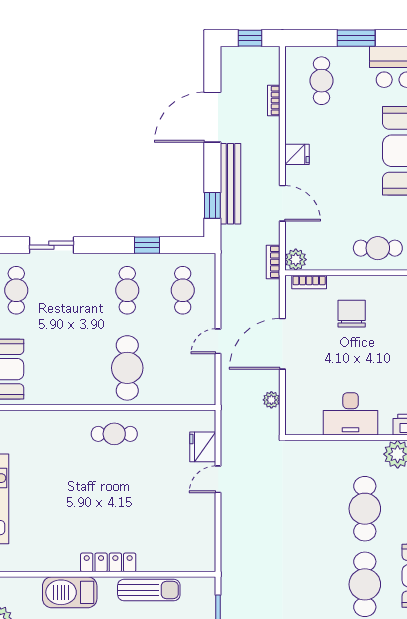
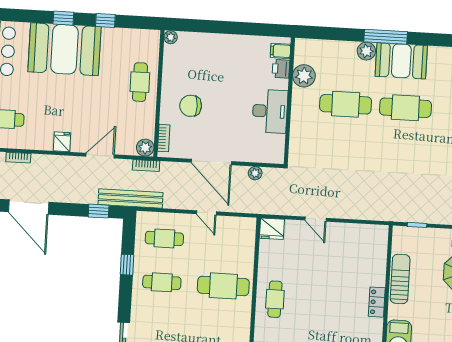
bench: (231, 184) -> (130, 199), moved
fridge: (203, 447) -> (272, 229), moved
locker: (108, 562) -> (377, 302), width x0.66

